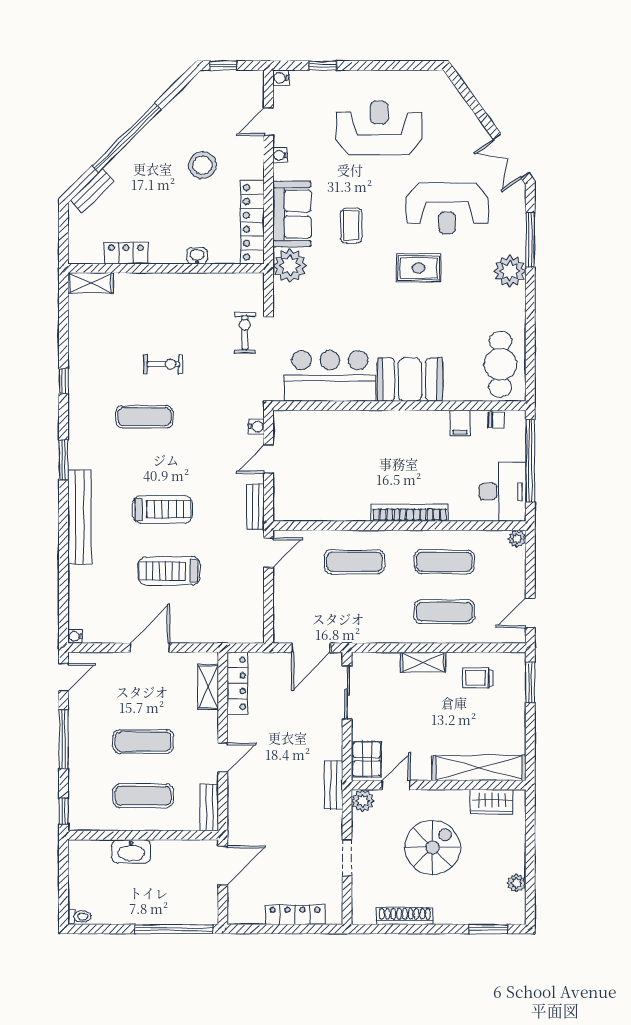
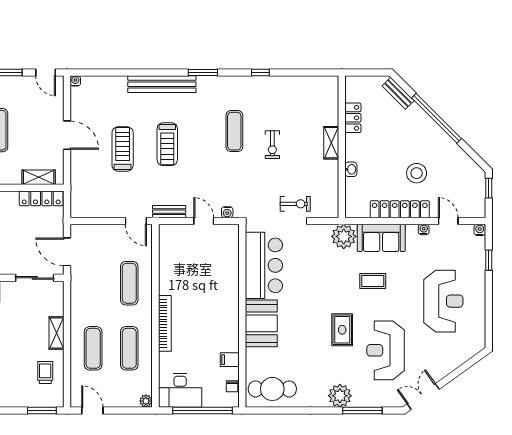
locker: (252, 222) -> (400, 209), moved
shelving: (91, 283) -> (331, 143), moved

